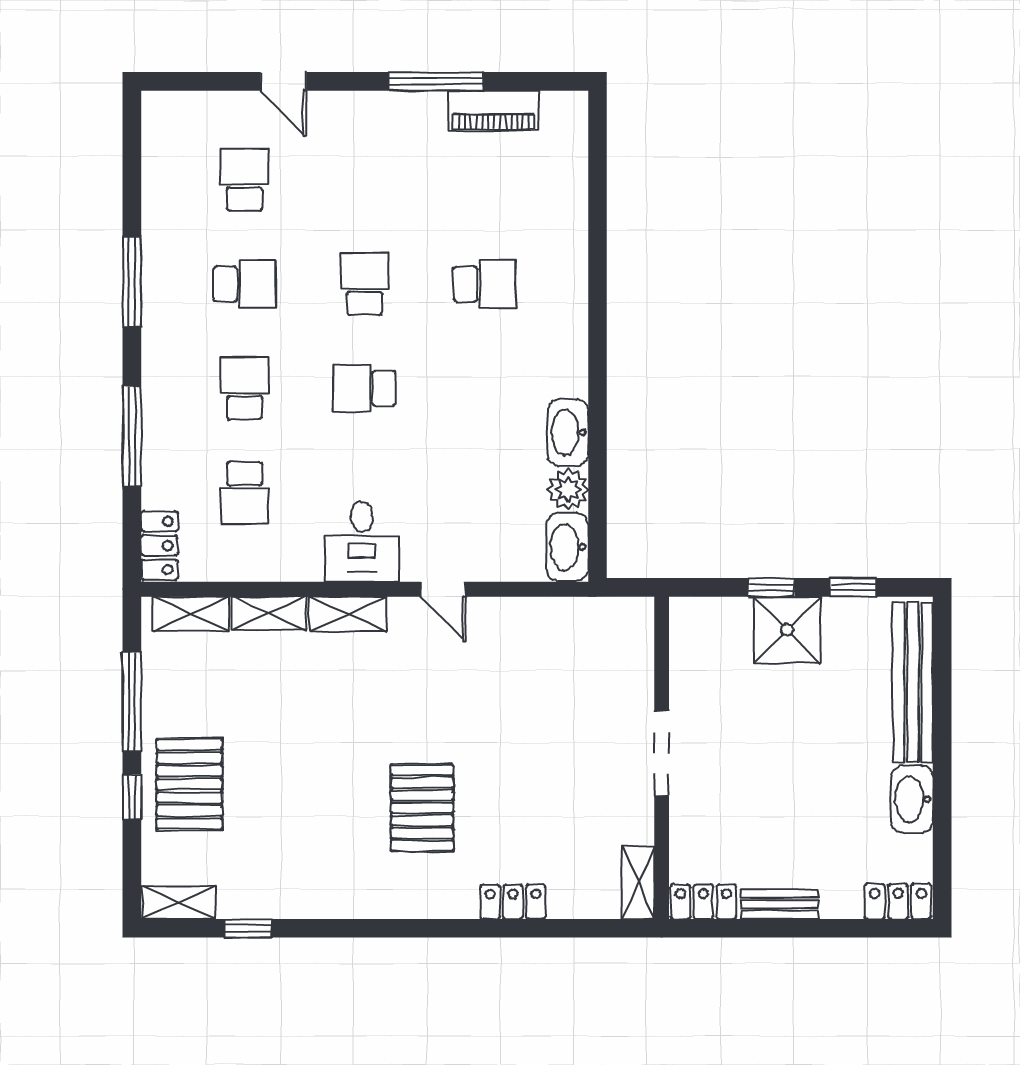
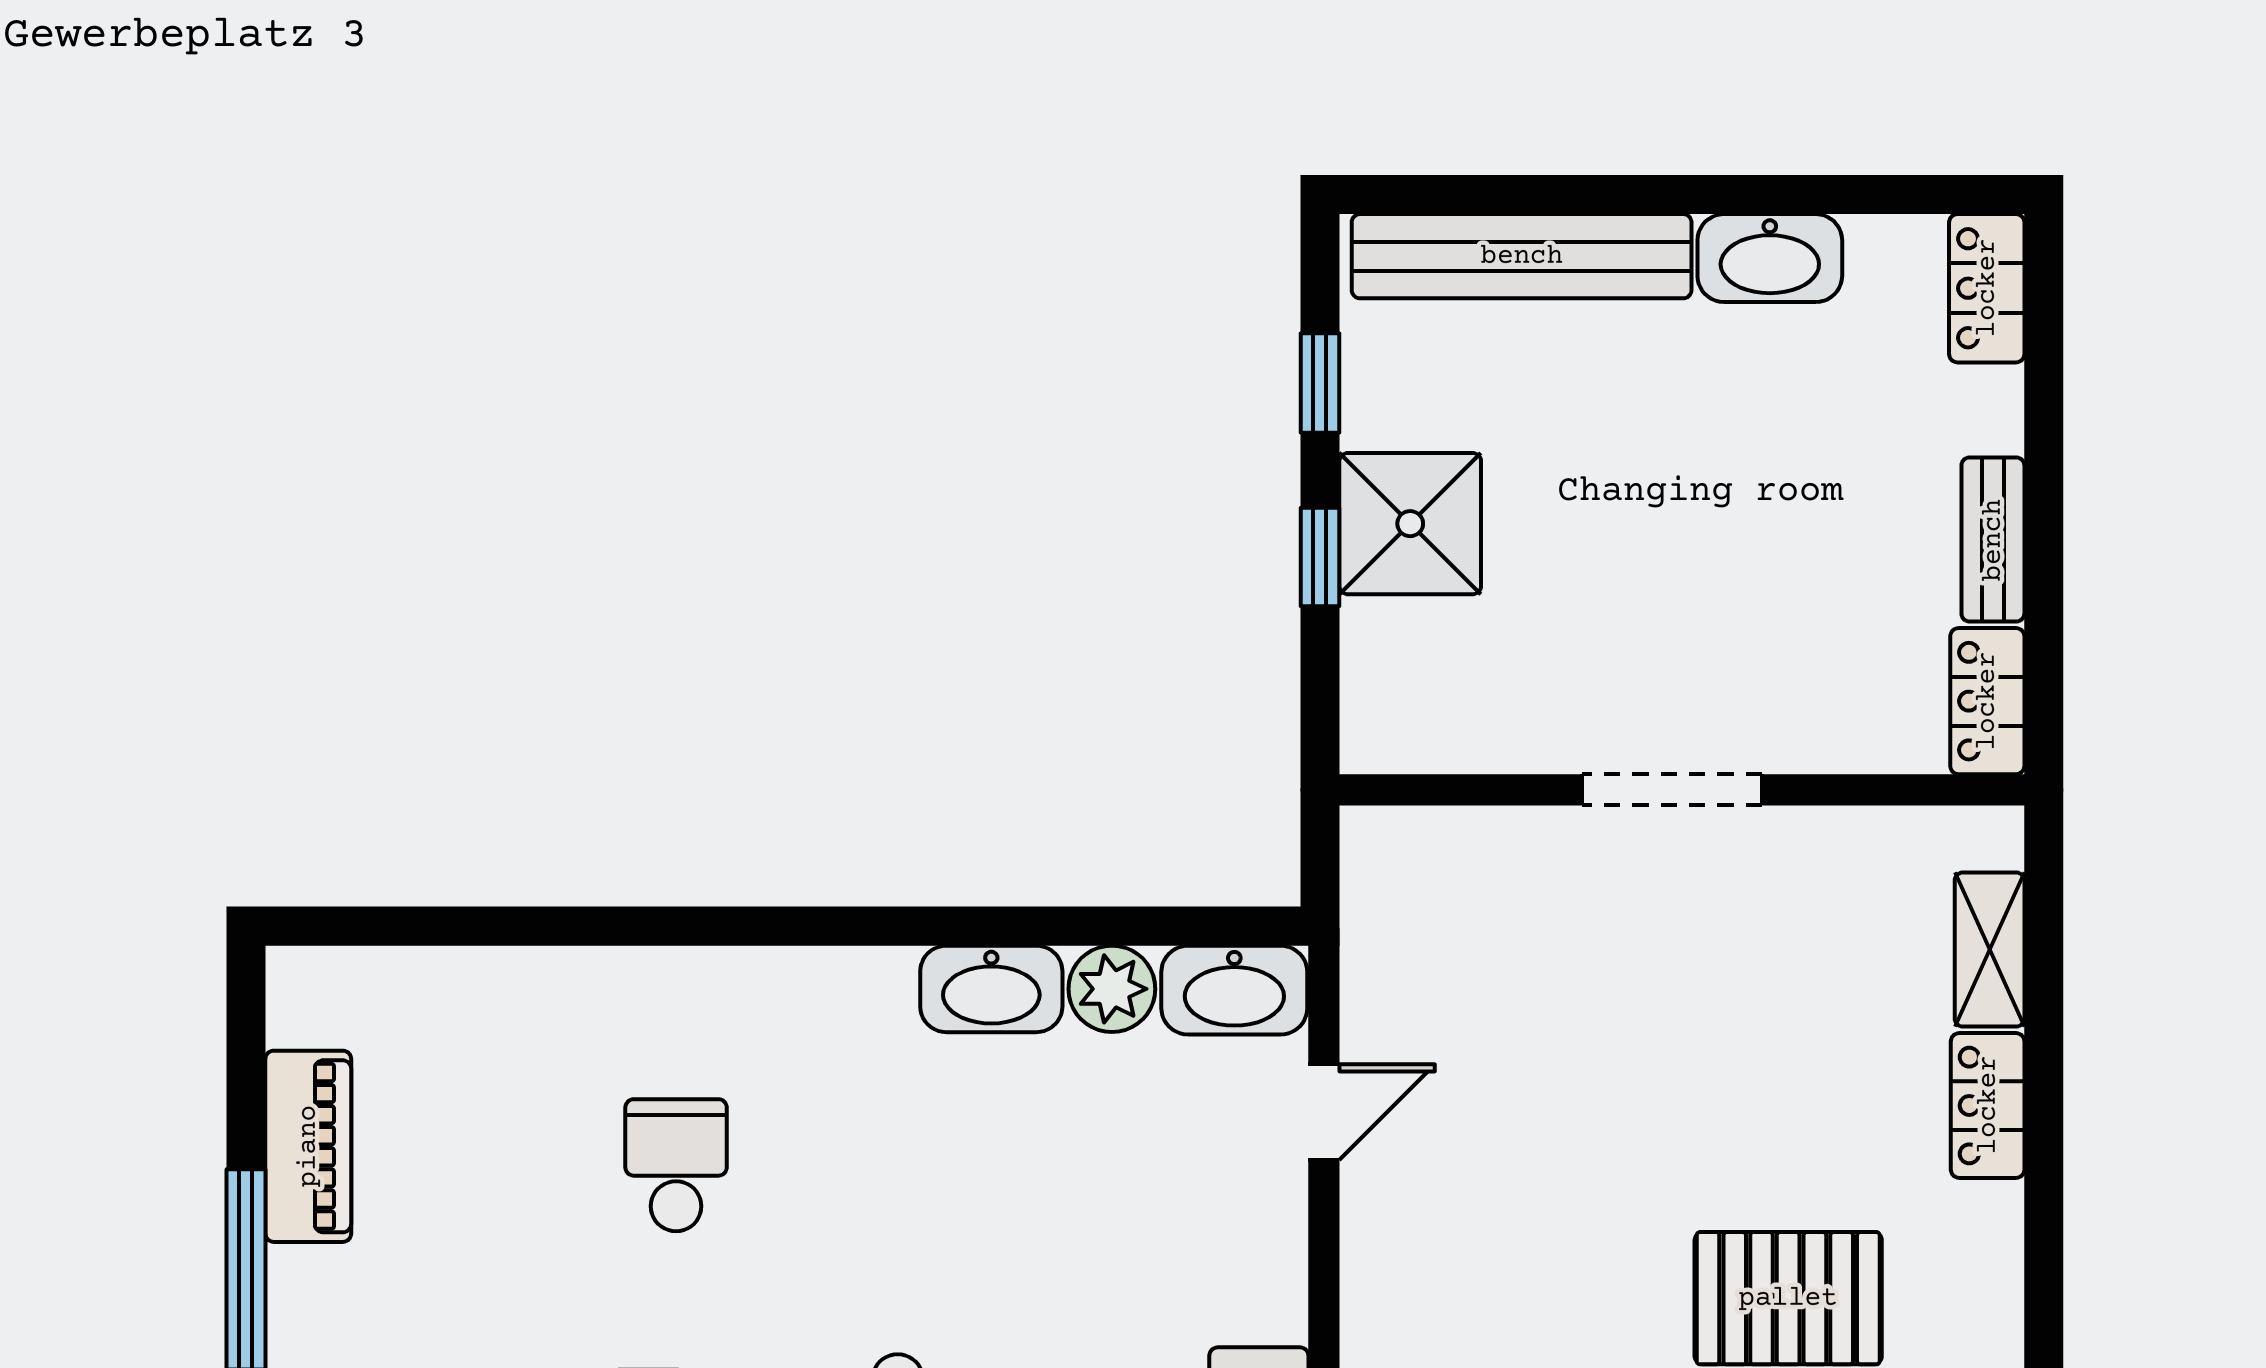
door: (443, 589) -> (1324, 1112), moved
shelving: (638, 883) -> (1990, 950), moved, turned 90

